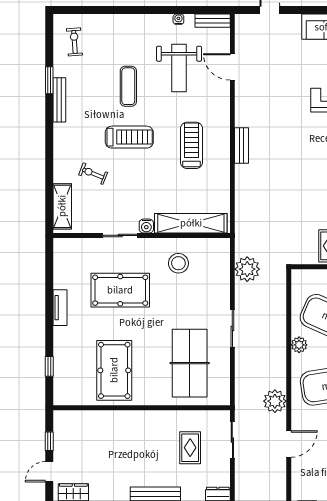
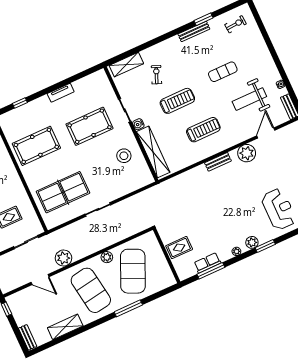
treadmill: (129, 137) -> (177, 101), moved, turned -90
plant: (247, 269) -> (247, 153), moved
pool table: (120, 290) -> (90, 126), turned 90

